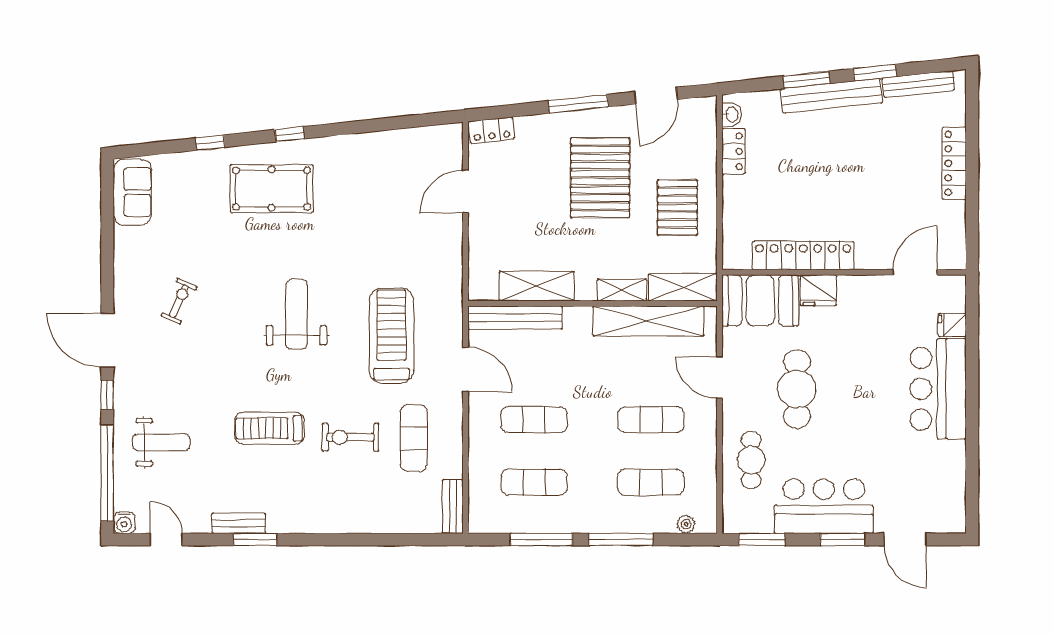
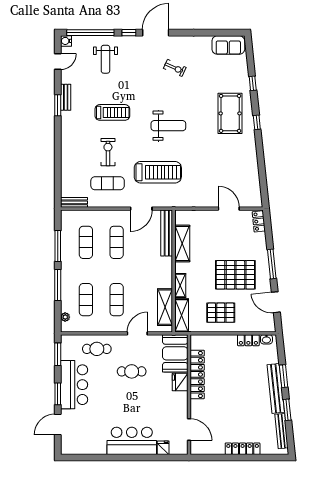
shelving: (648, 321) -> (165, 307), width x0.68
cafe table: (797, 389) -> (132, 371), width x0.73, depth x0.74
treadmill: (270, 428) -> (112, 112), turned 90

